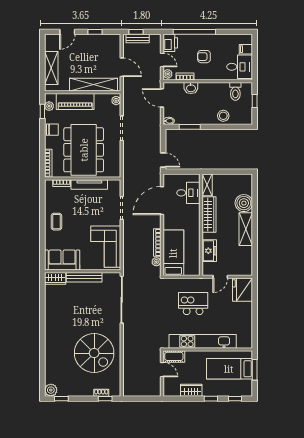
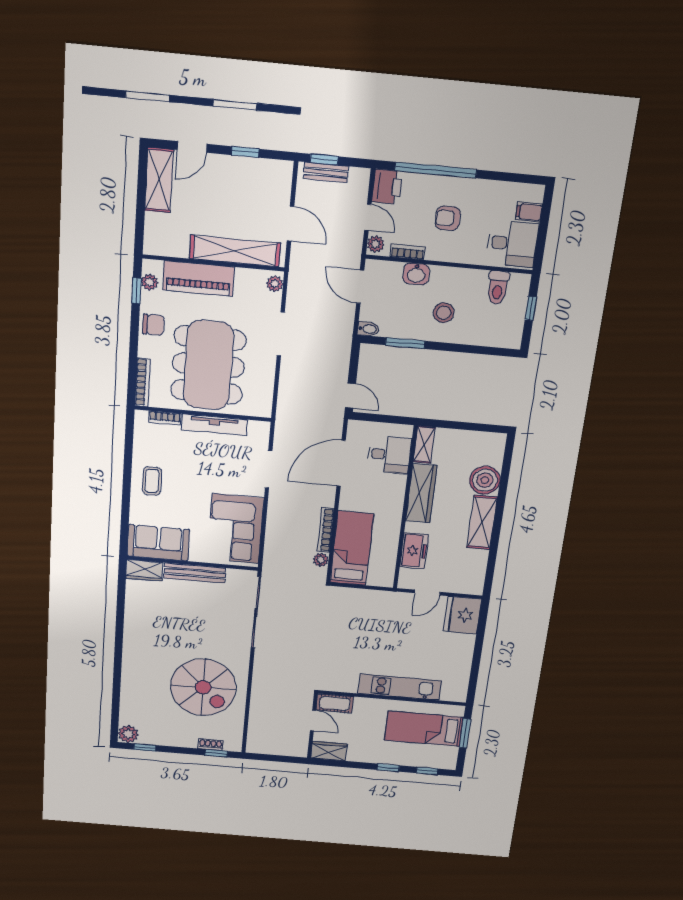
shelving: (51, 68) -> (159, 180), moved
stool: (223, 116) -> (444, 313), moved
kitchen island: (193, 304) -> (376, 629), removed
kitchen unit: (203, 341) -> (400, 687), width x0.73
wardrobe: (191, 390) -> (329, 751), moved

